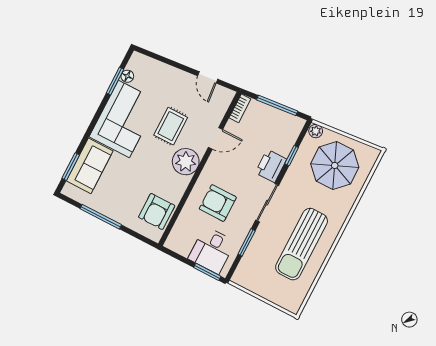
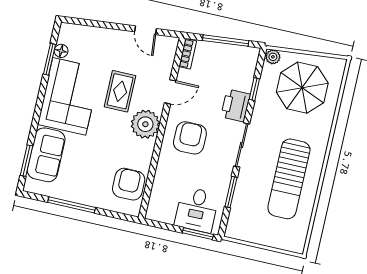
armchair: (218, 203) -> (190, 138), moved, turned 90
armchair: (157, 211) -> (129, 184), turned 180

